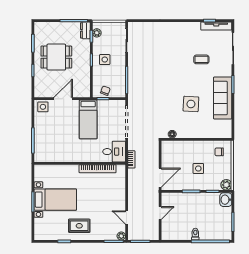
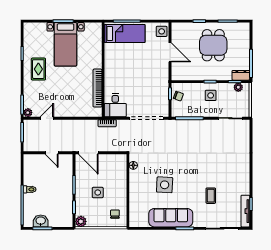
bed: (88, 119) -> (125, 33), moved, turned 180
washbasin: (226, 200) -> (41, 221), moved

